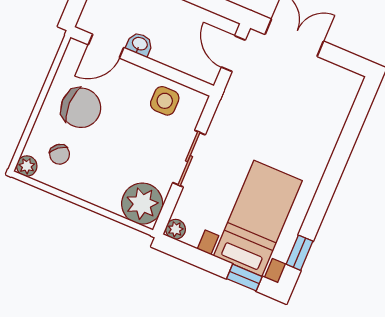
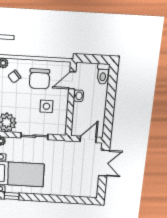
door: (106, 46) -> (72, 80), hinge flipped
side table: (165, 101) -> (46, 106), moved

